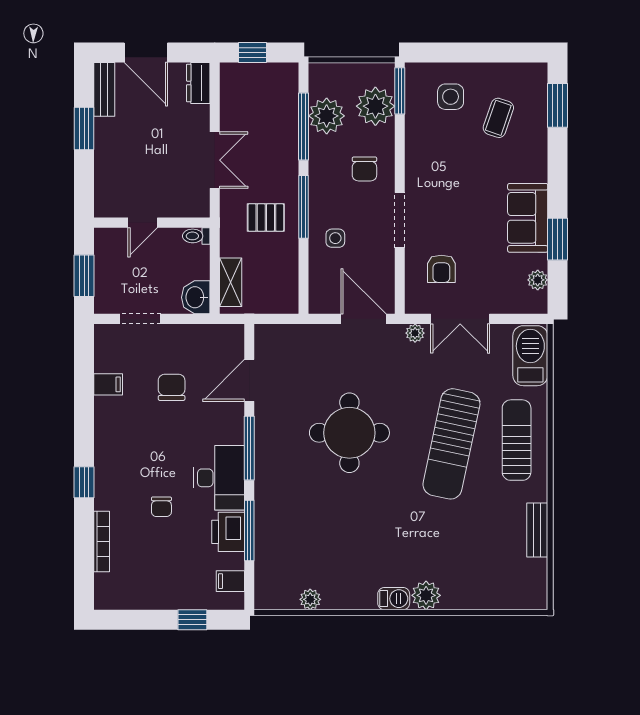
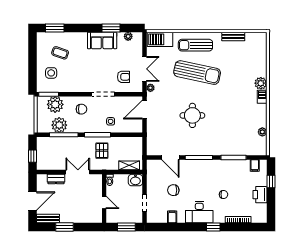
dresser: (198, 83) -> (56, 179), moved
round table: (349, 433) -> (192, 115), width x0.73, depth x0.73
desk: (219, 478) -> (199, 212), moved, turned 180
printer: (228, 532) -> (260, 195), moved, turned 90

